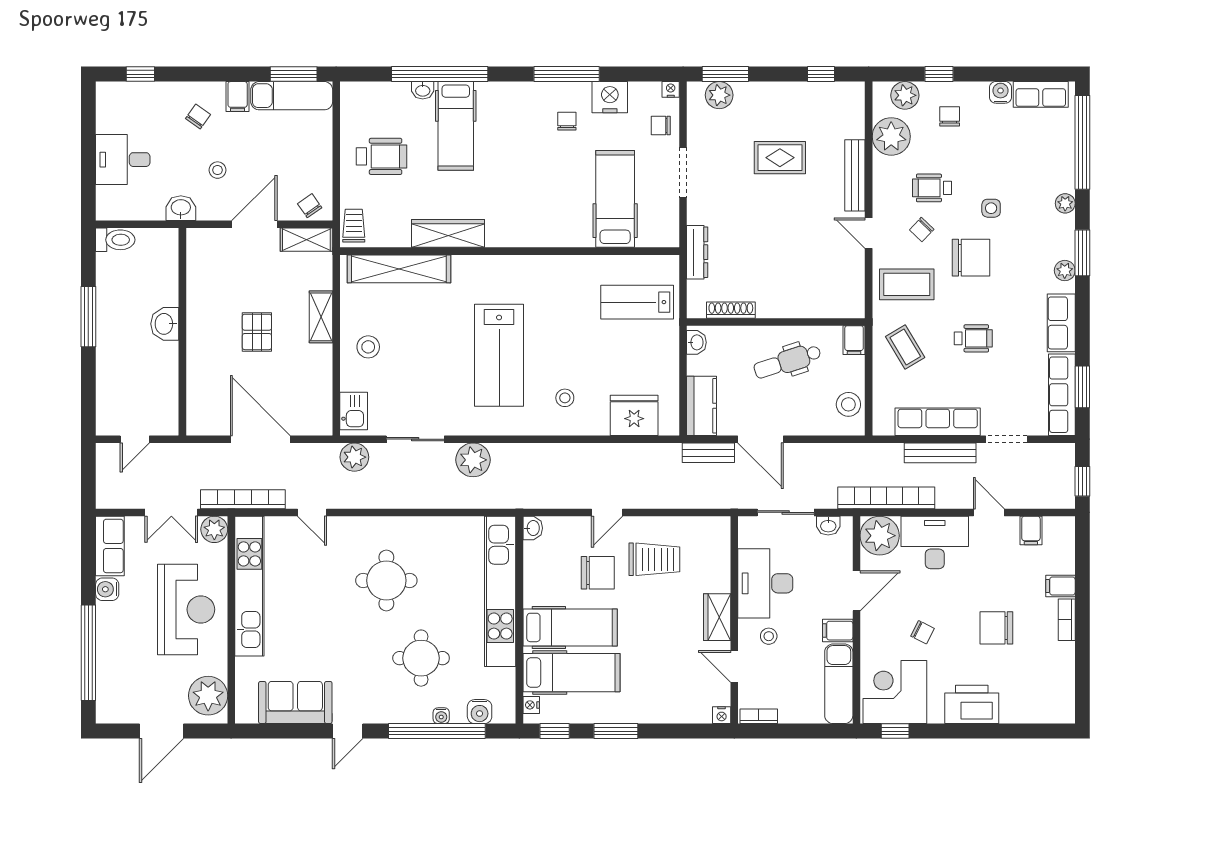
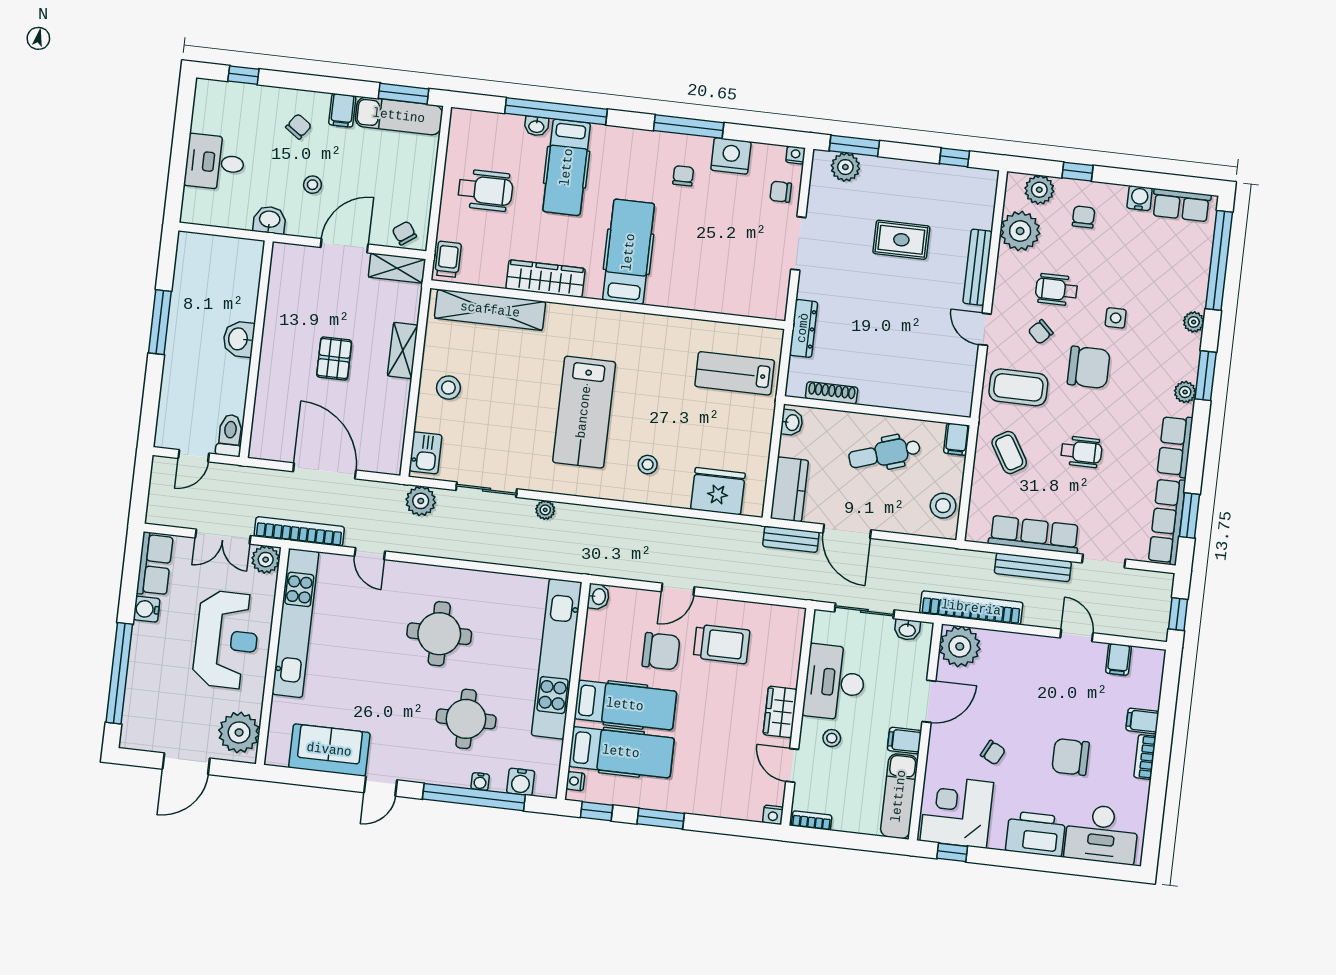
hospital bed: (615, 199) -> (629, 252), moved
toilet: (115, 240) -> (230, 435), moved, turned -90
plant: (473, 460) -> (545, 510), width x0.53, depth x0.53
desk: (935, 543) -> (1102, 834), moved, turned 180

